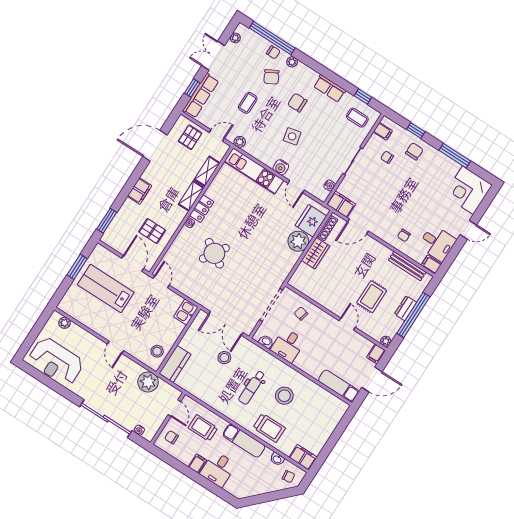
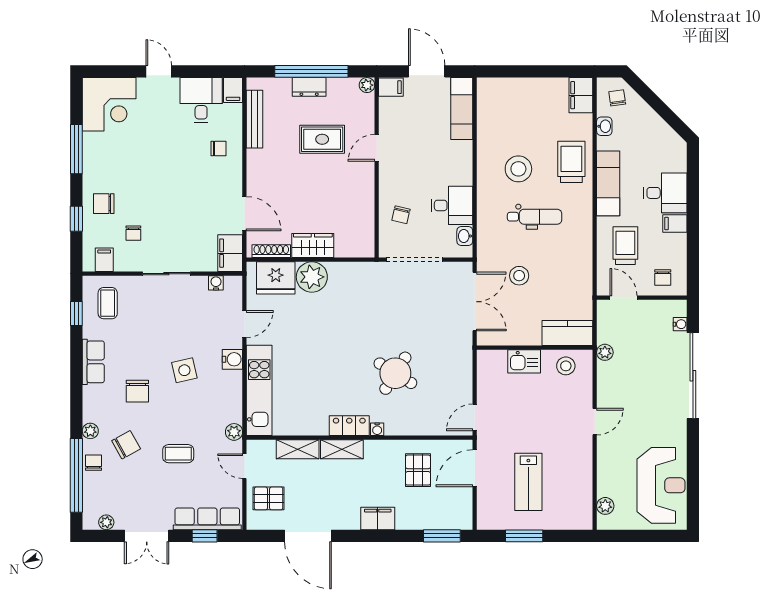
lab bench: (106, 289) -> (528, 482), width x0.73, depth x0.72
kitchen sink: (186, 312) -> (524, 361), moved
plant: (148, 382) -> (605, 352), width x0.53, depth x0.53
door: (174, 408) -> (624, 298), hinge flipped
trolley: (203, 428) -> (625, 246), turned 180

